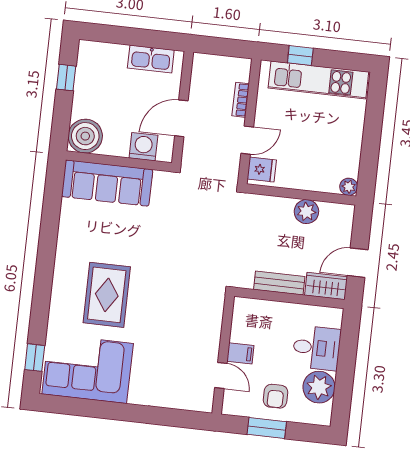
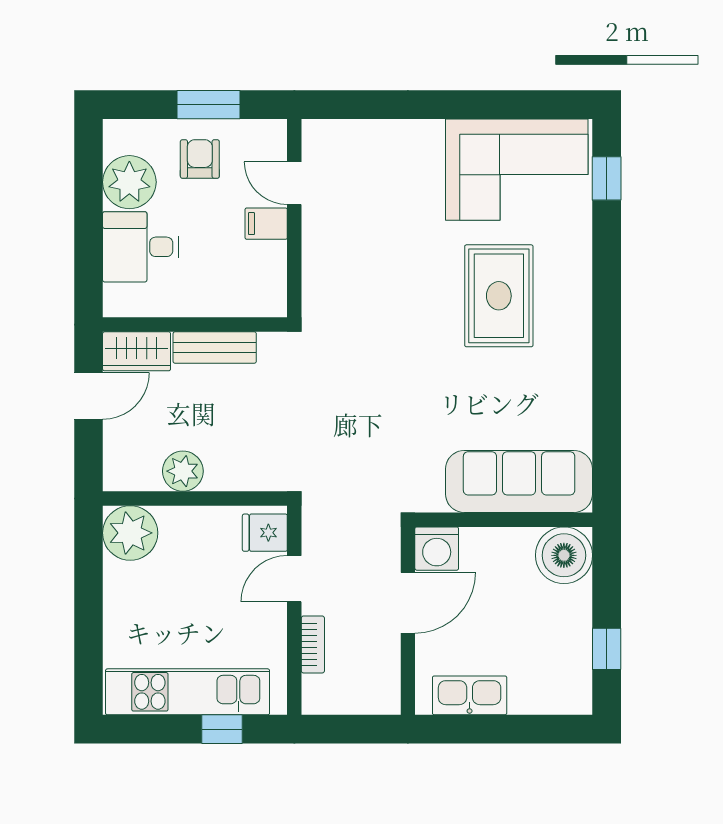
washing machine: (143, 147) -> (437, 549), moved
plant: (349, 187) -> (130, 533), width x1.88, depth x1.88

